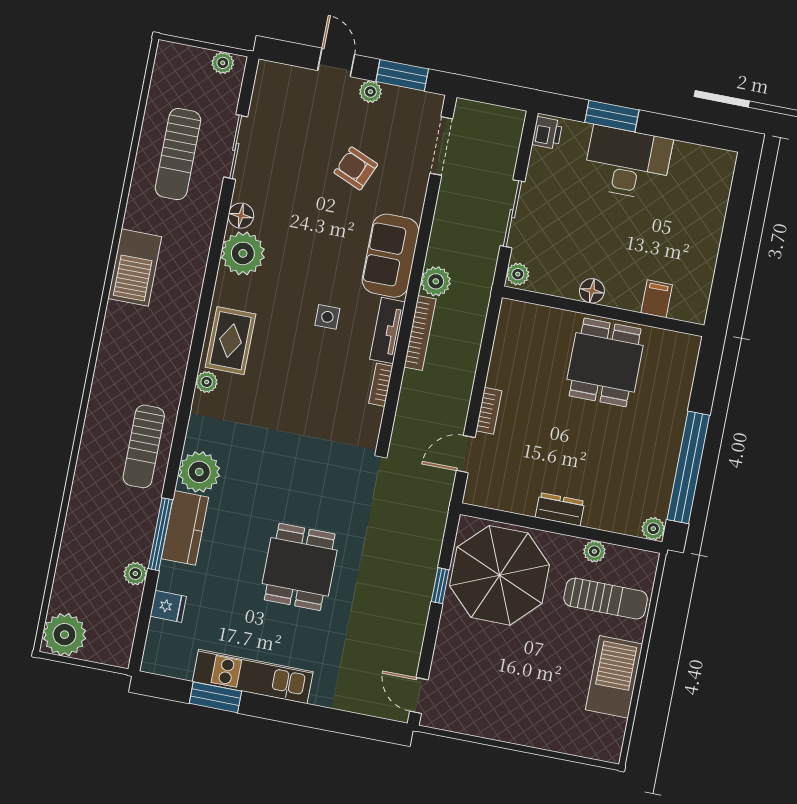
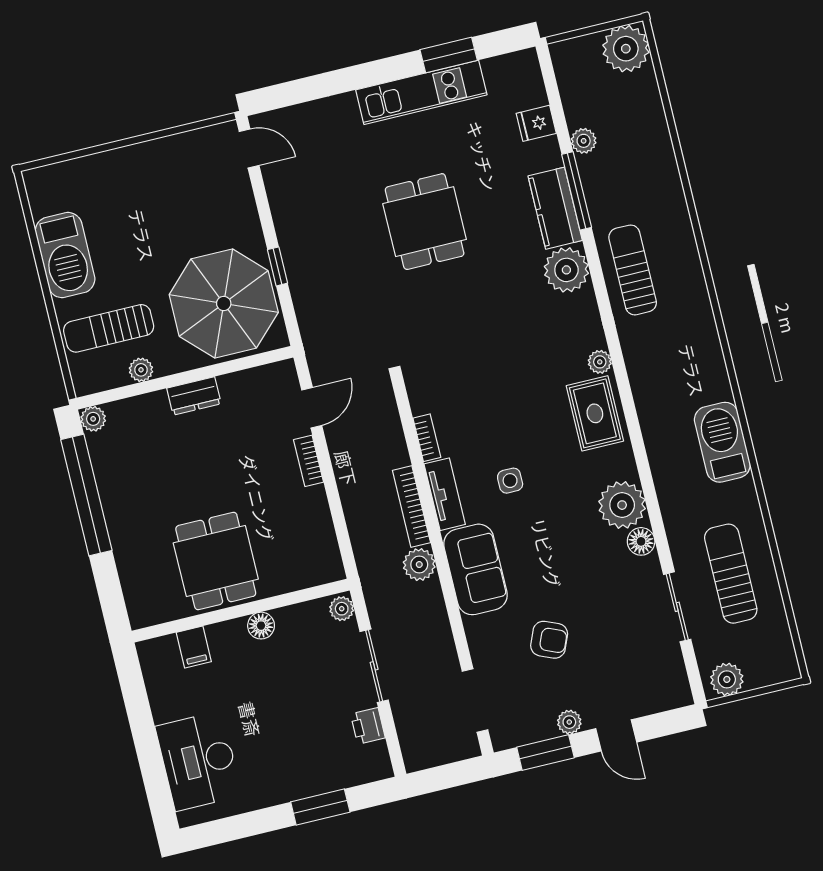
plant: (223, 63) -> (727, 679), width x1.38, depth x1.38
printer: (547, 133) -> (368, 726), moved
desk: (628, 163) -> (199, 761), moved, turned 90

